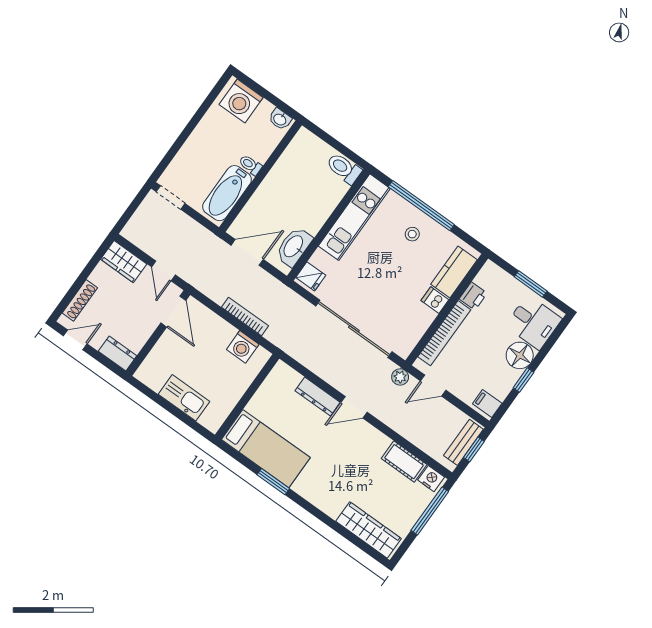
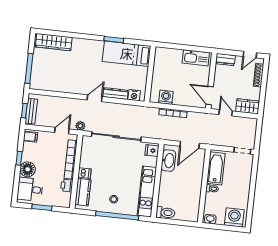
kitchen sink: (184, 398) -> (196, 58), moved
cot: (404, 462) -> (55, 85), removed
nightstand: (431, 479) -> (134, 95), moved

